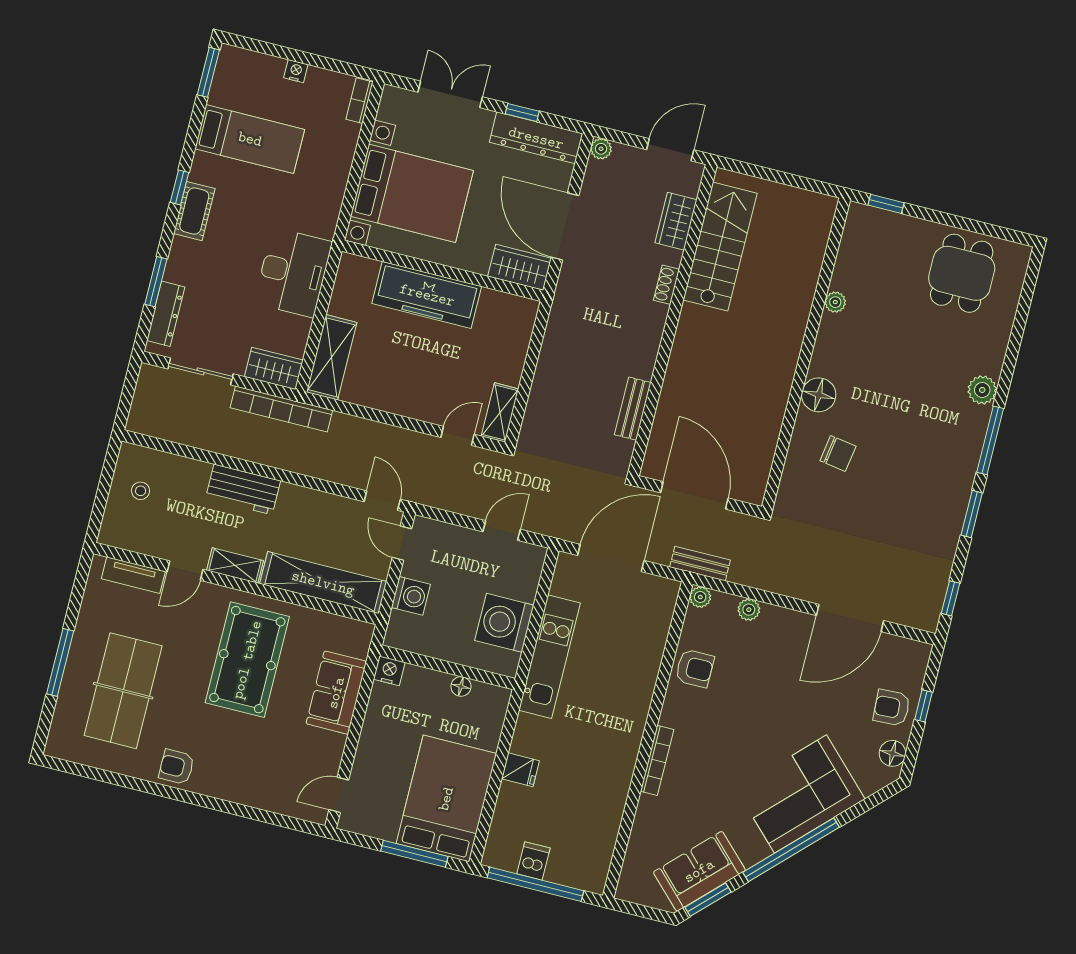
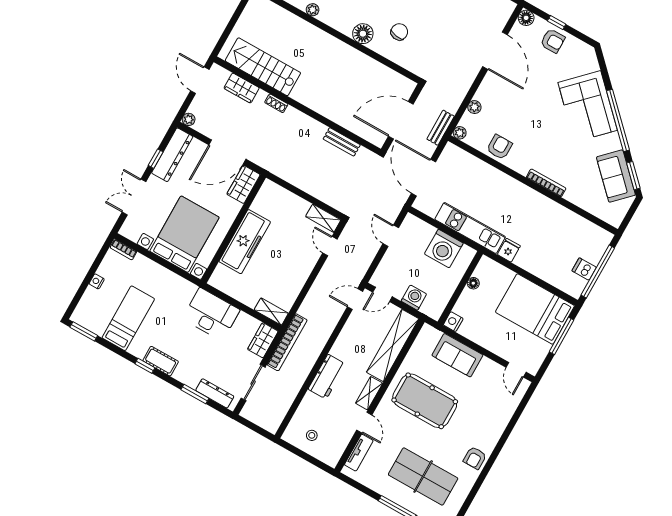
shelving: (332, 357) -> (271, 312), width x0.67, depth x0.75
armchair: (892, 708) -> (553, 41), turned -87
floor lamp: (892, 753) -> (526, 18), moved
fridge: (520, 770) -> (509, 250), moved

